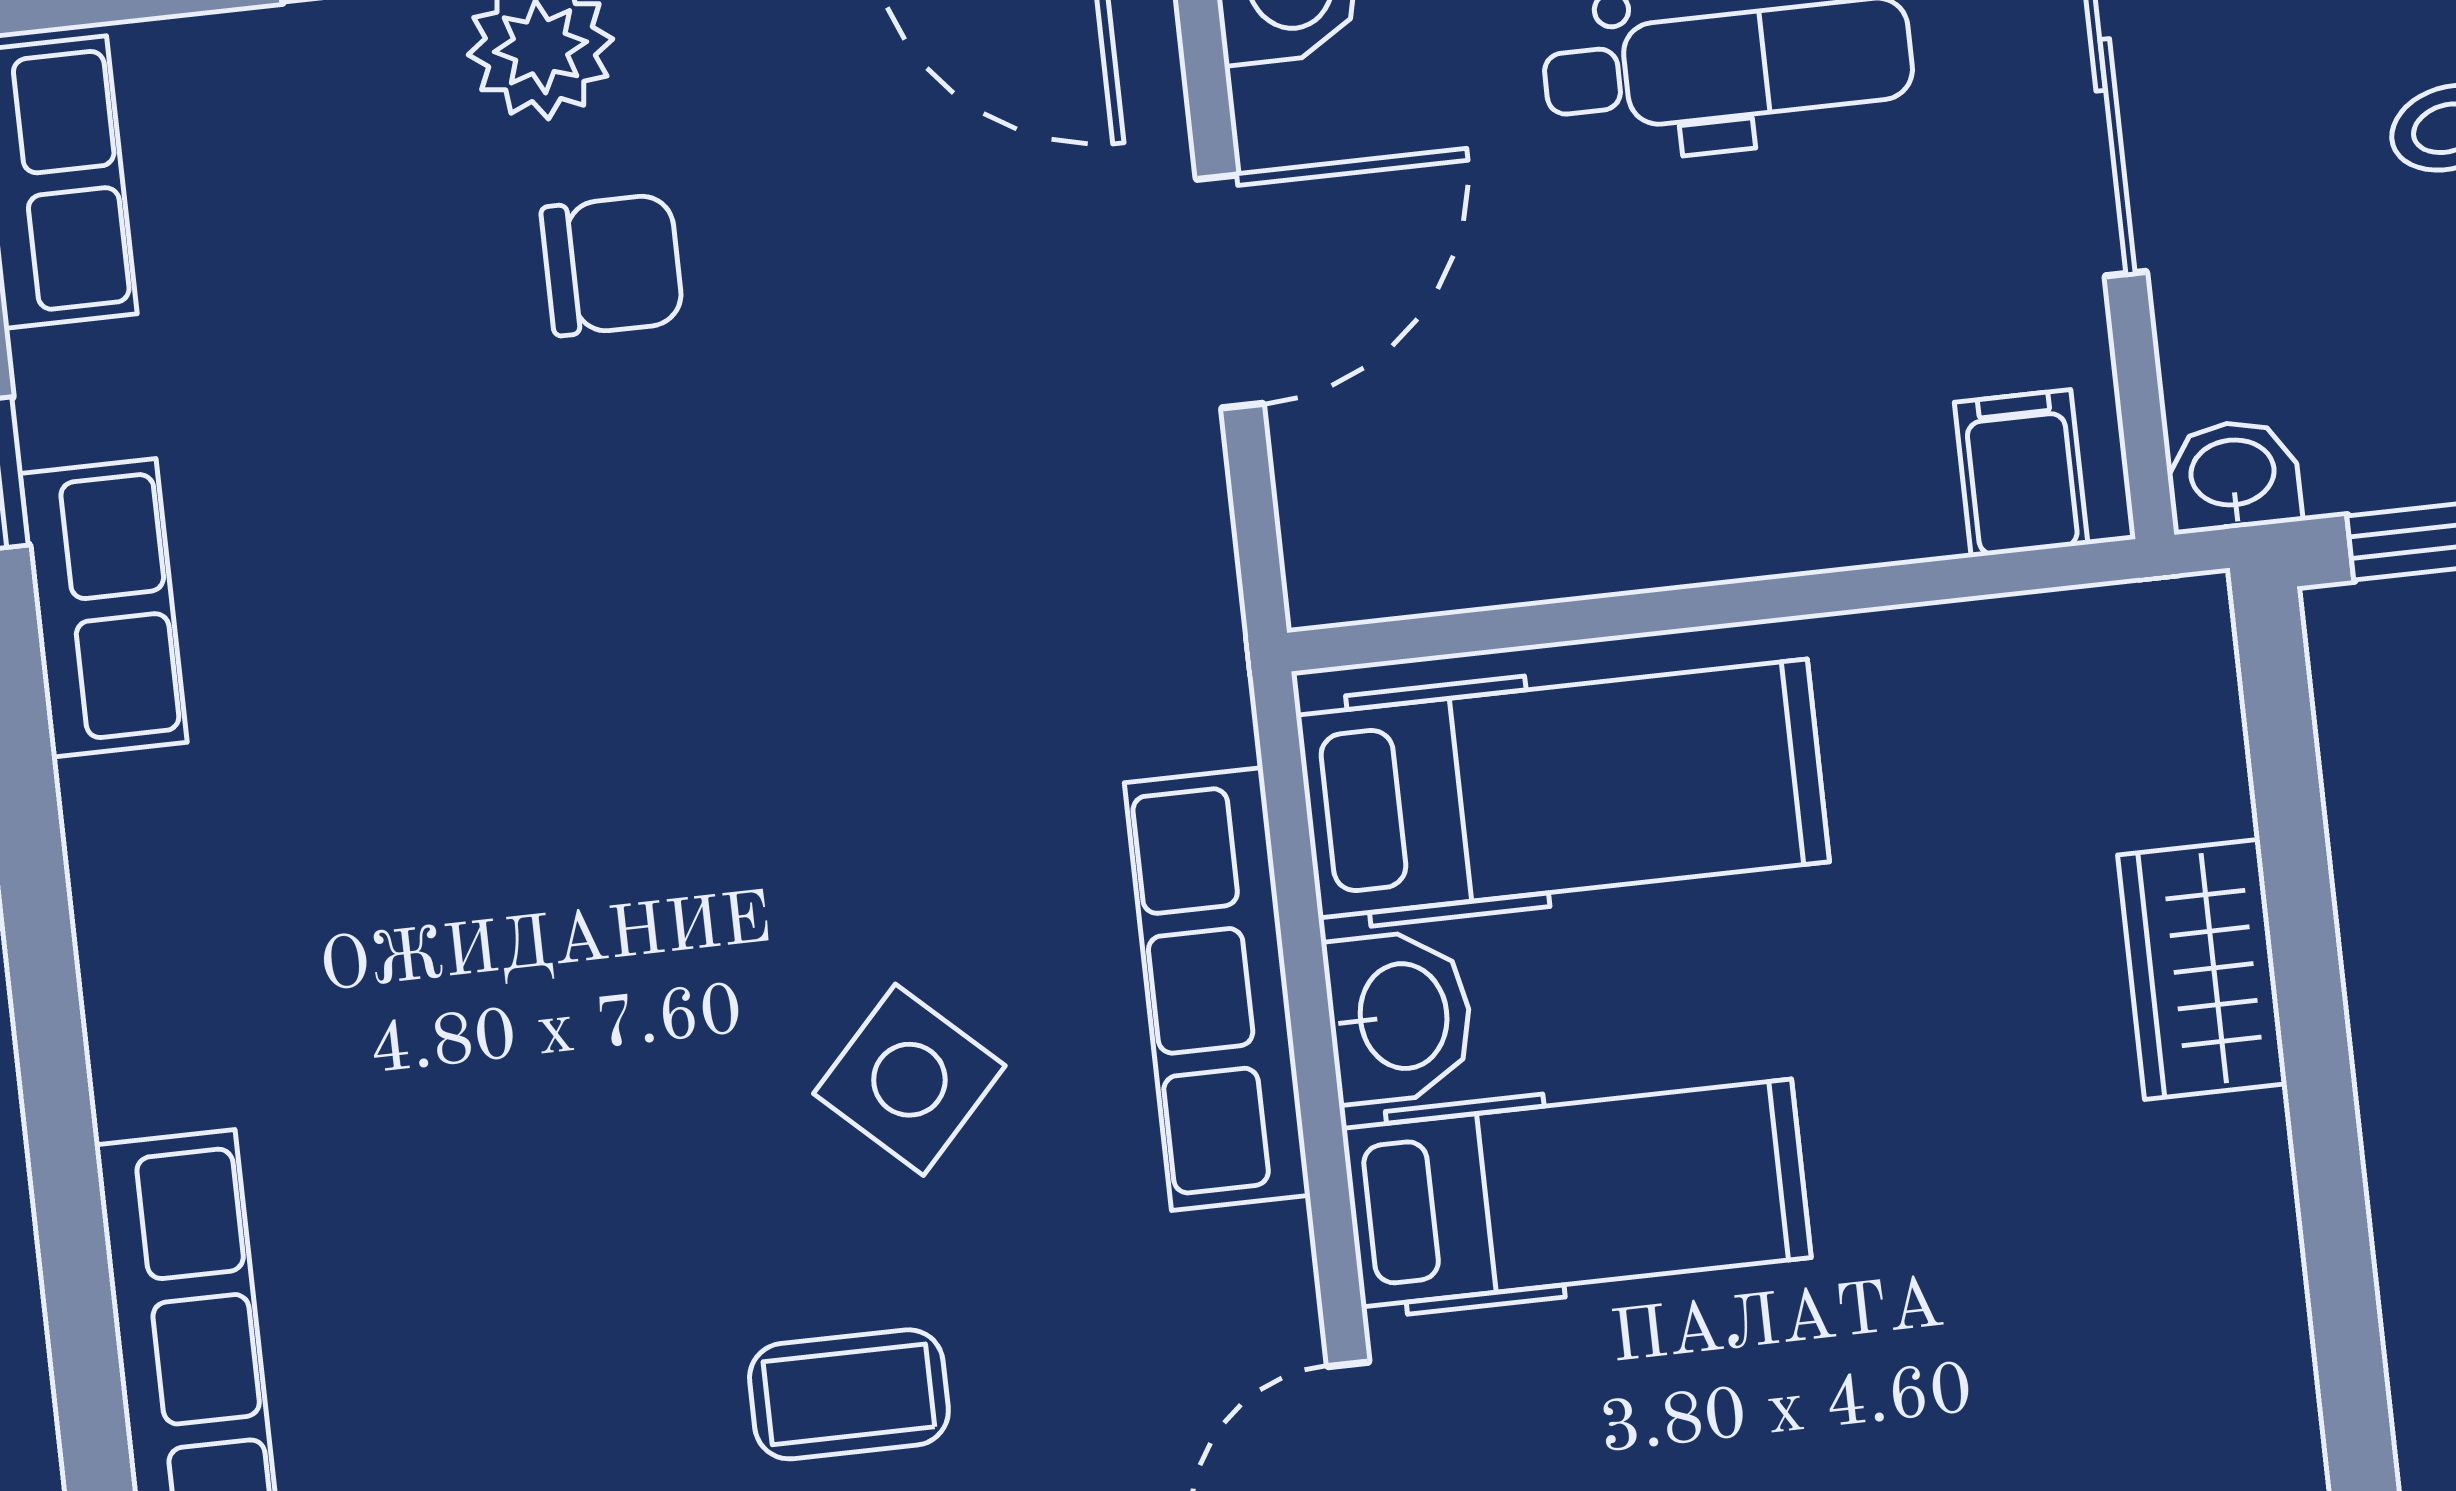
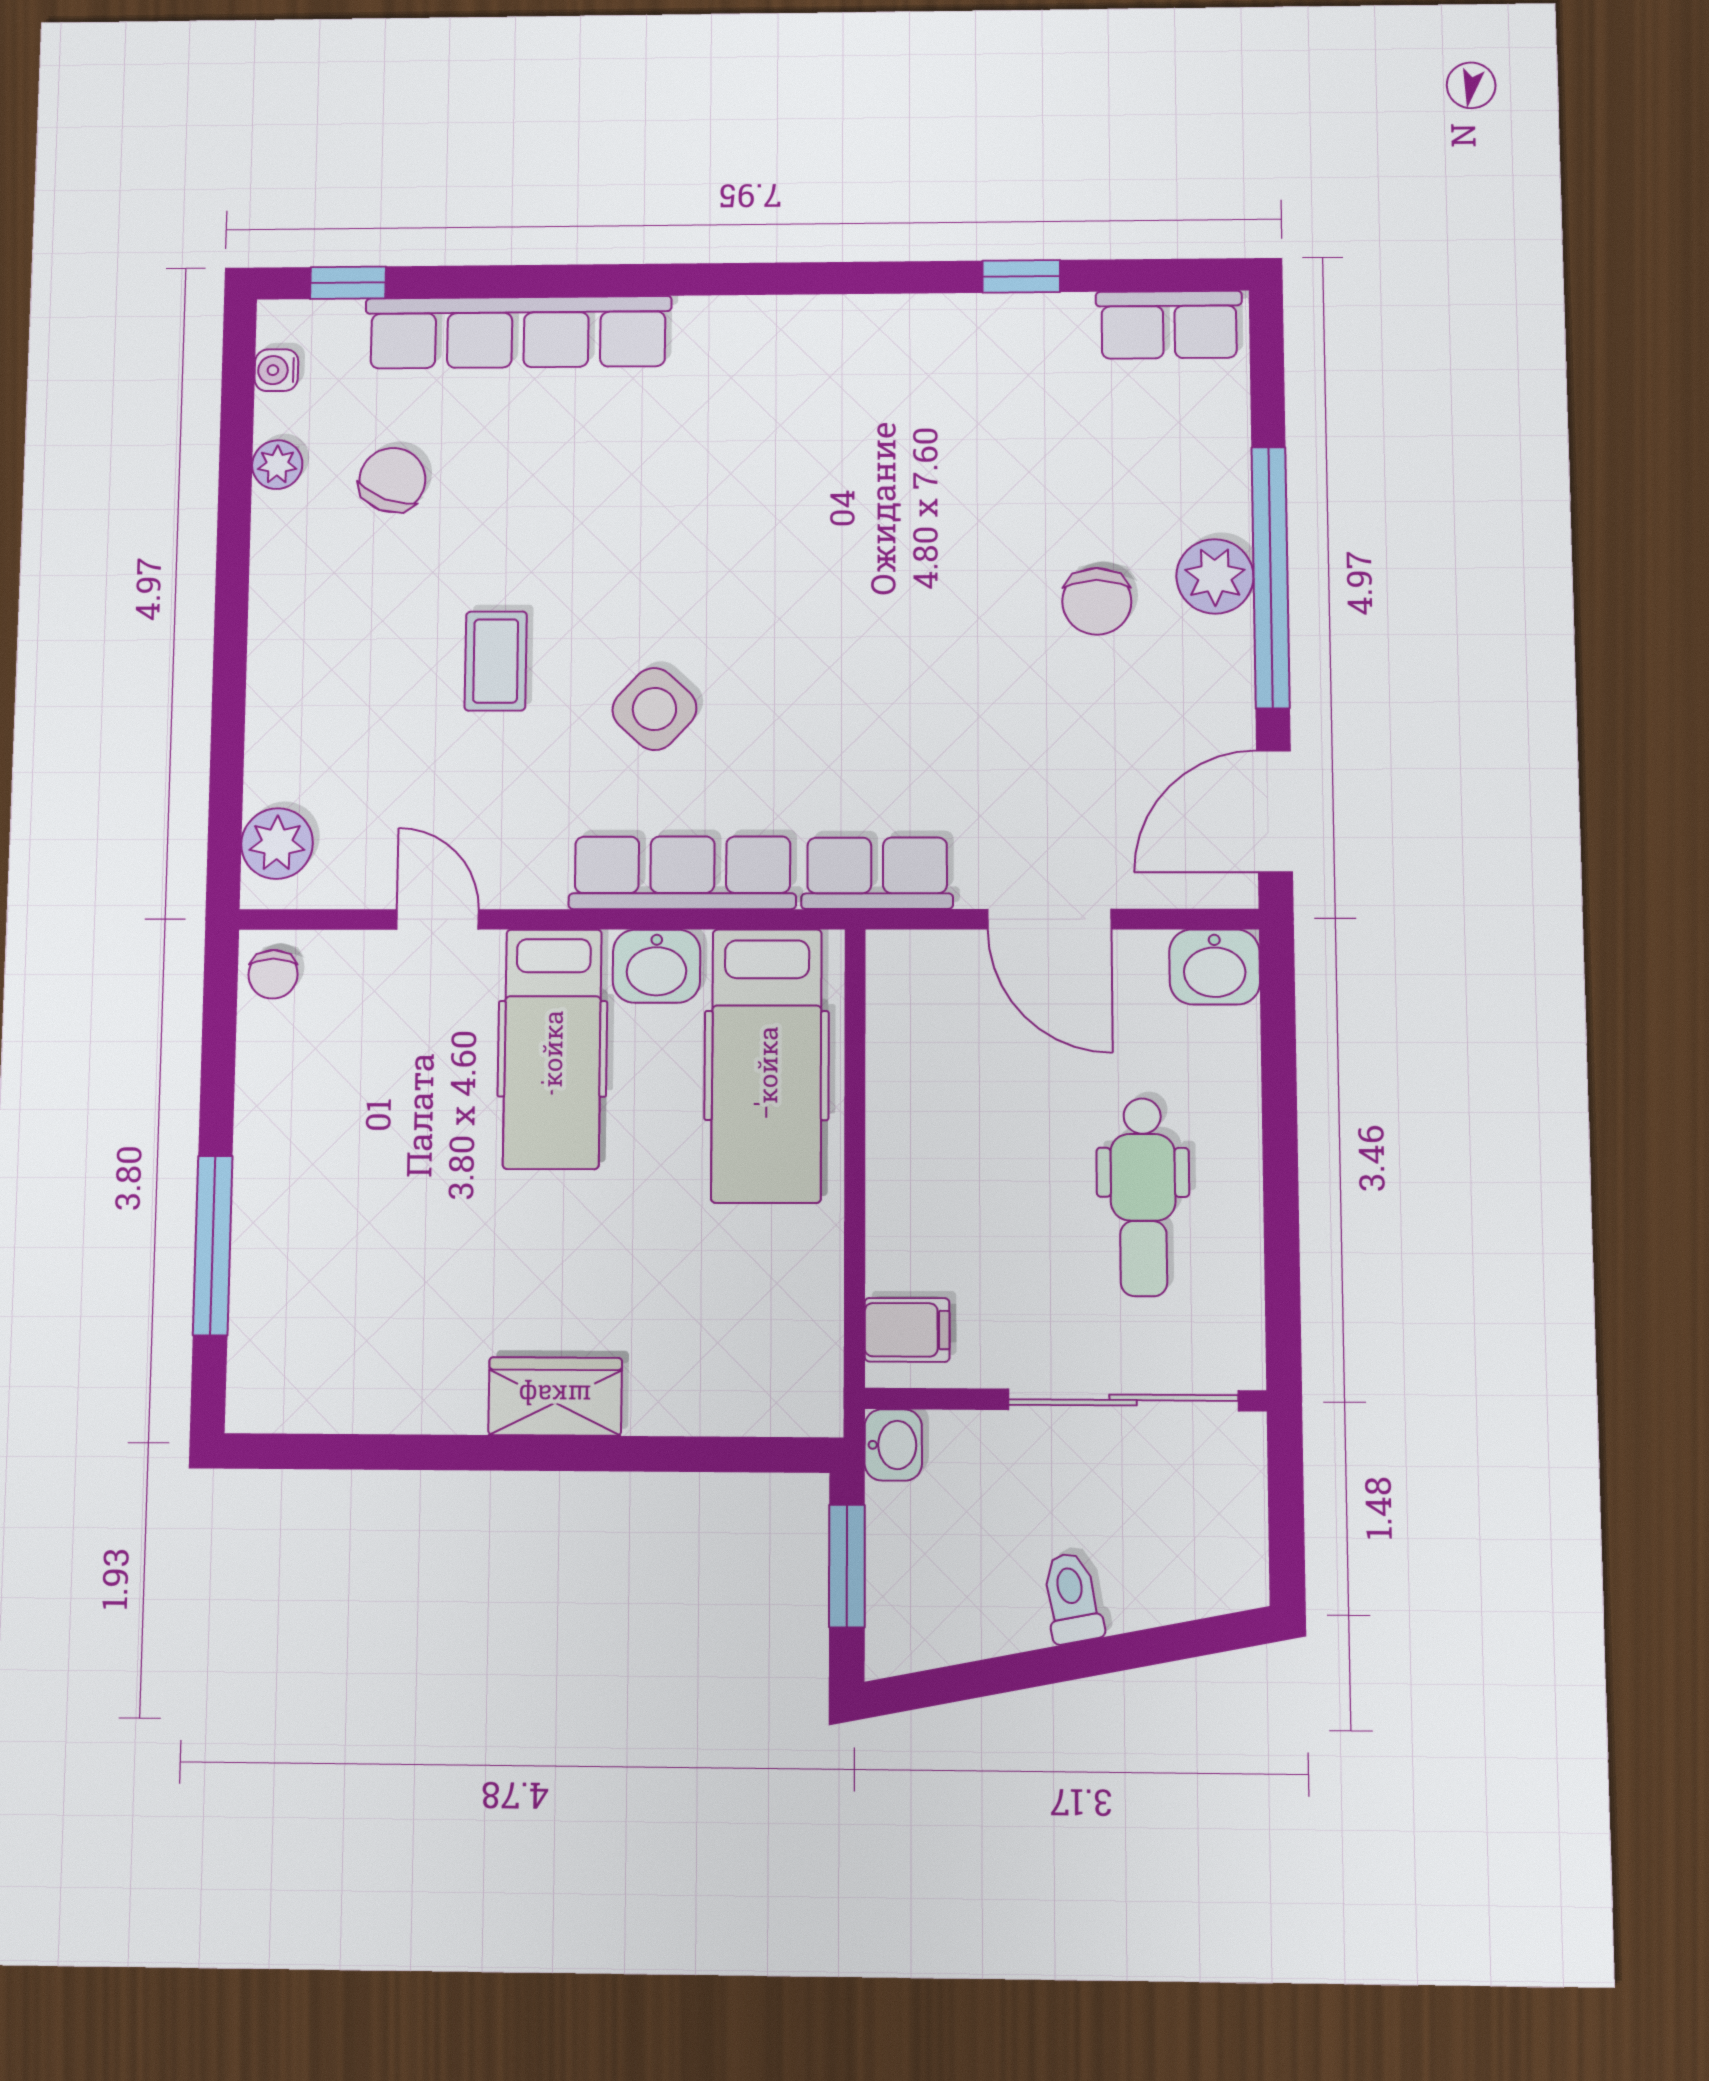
row of seats: (104, 608) -> (877, 873), moved, turned 180
wardrobe: (2202, 969) -> (555, 1396), moved

